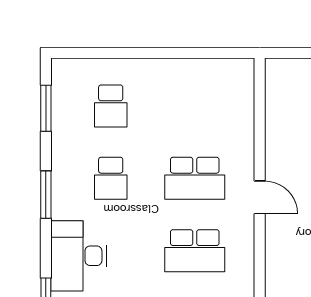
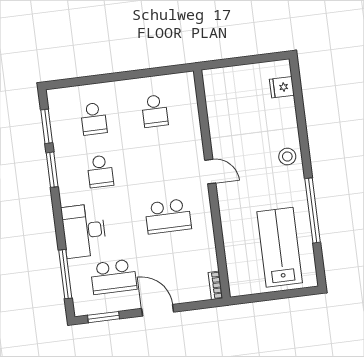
school desk: (195, 178) -> (155, 111), moved, width x0.54
window: (46, 195) -> (52, 170), moved

